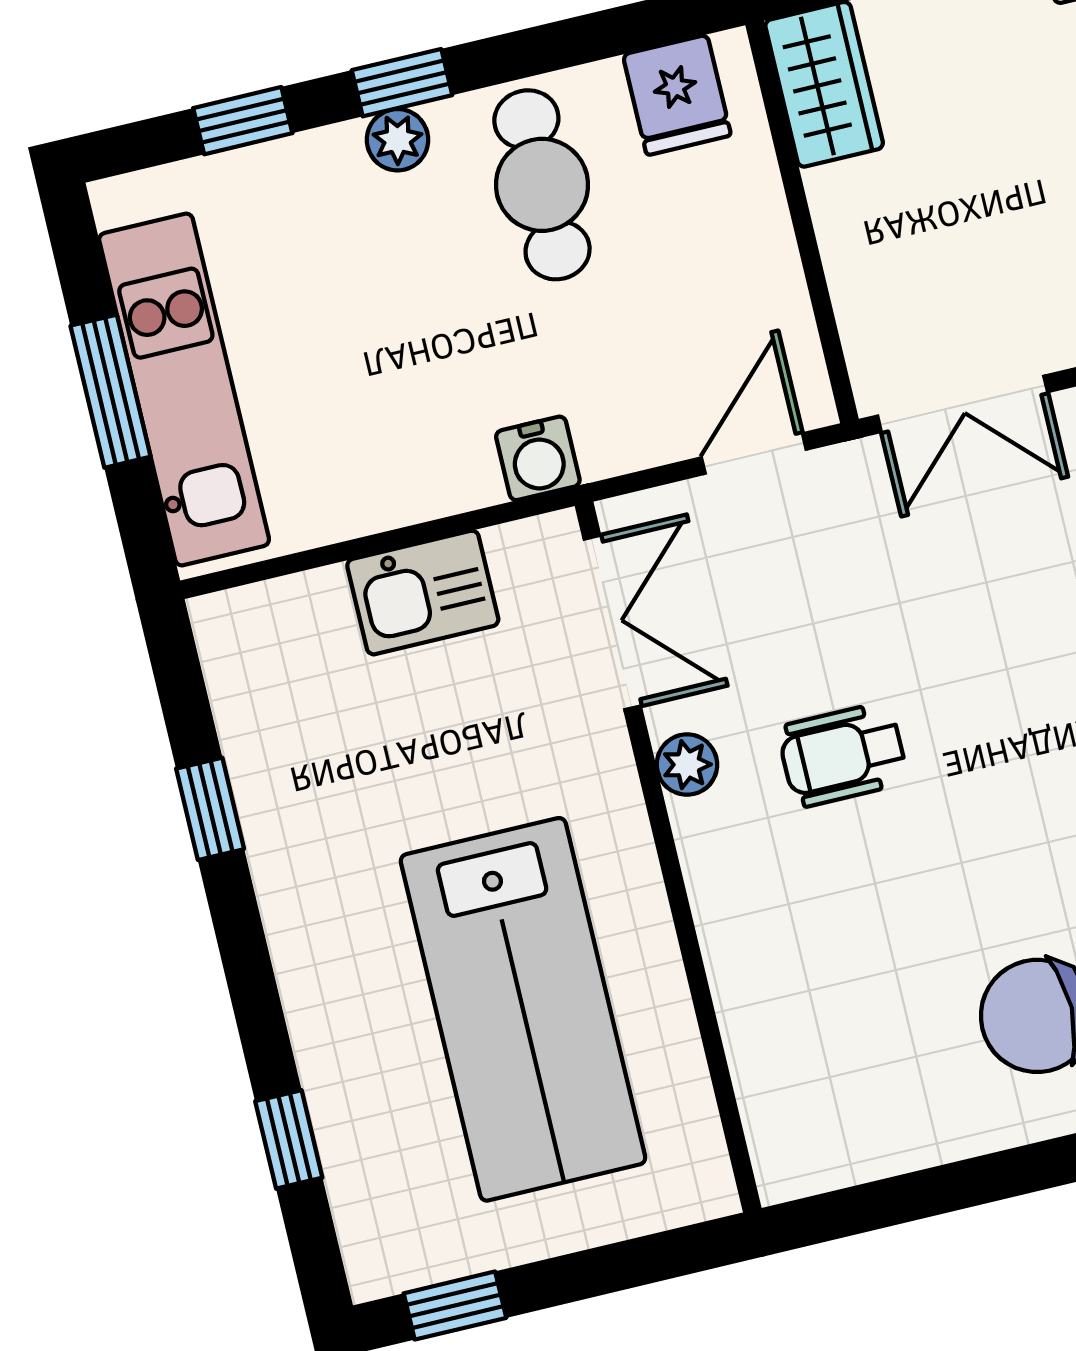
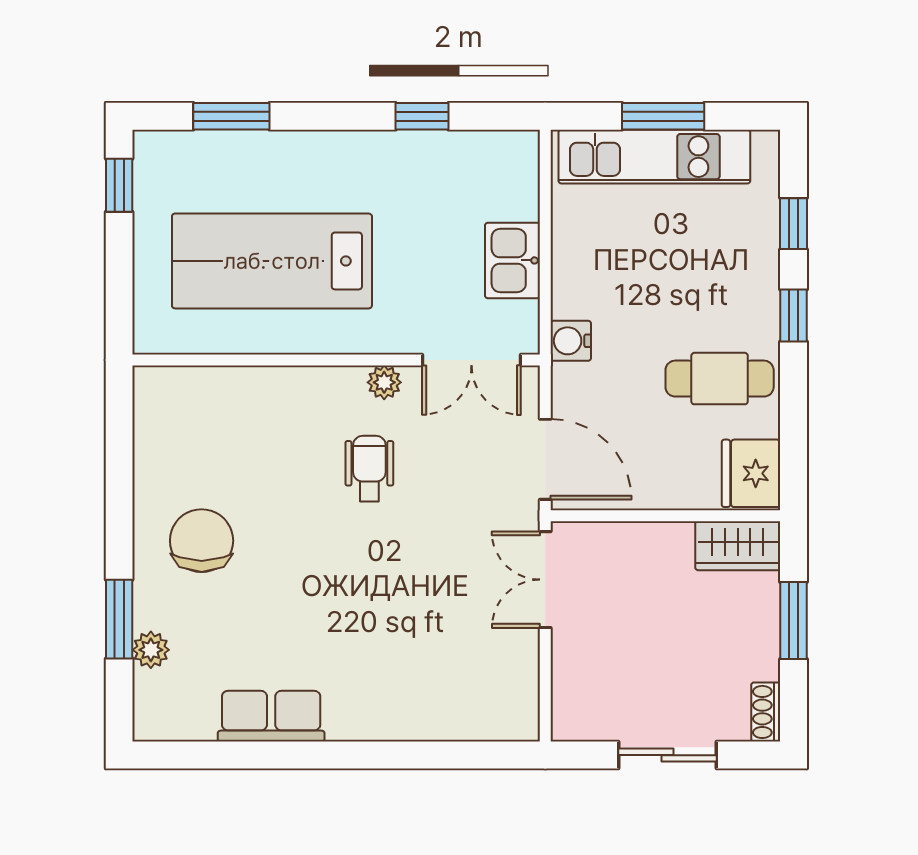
fridge: (677, 95) -> (751, 473), width x1.38
plant: (398, 140) -> (763, 306), removed
door: (754, 454) -> (545, 459), width x1.38
window: (289, 1139) -> (231, 116), width x1.50

